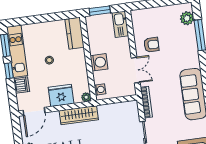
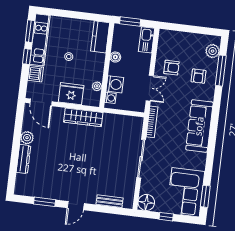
armchair: (180, 46) -> (198, 76), added
boiler: (94, 49) -> (115, 57), added
washing machine: (99, 62) -> (115, 84), moved
plant: (86, 97) -> (97, 86), moved
door: (34, 111) -> (41, 102), hinge flipped

